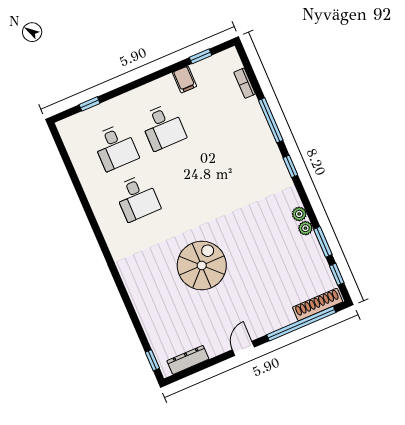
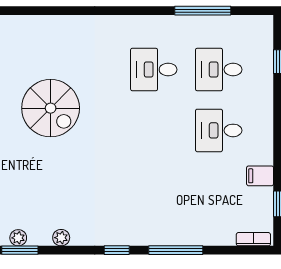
bookcase: (245, 83) -> (253, 239), moved
window: (75, 179) -> (203, 11), added
plant: (305, 228) -> (18, 238), moved

